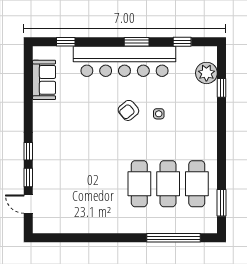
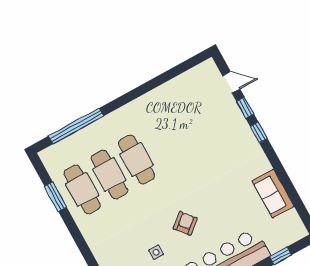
sofa: (44, 80) -> (273, 194), moved
side table: (159, 114) -> (156, 252), moved
window: (222, 203) -> (56, 197), moved

